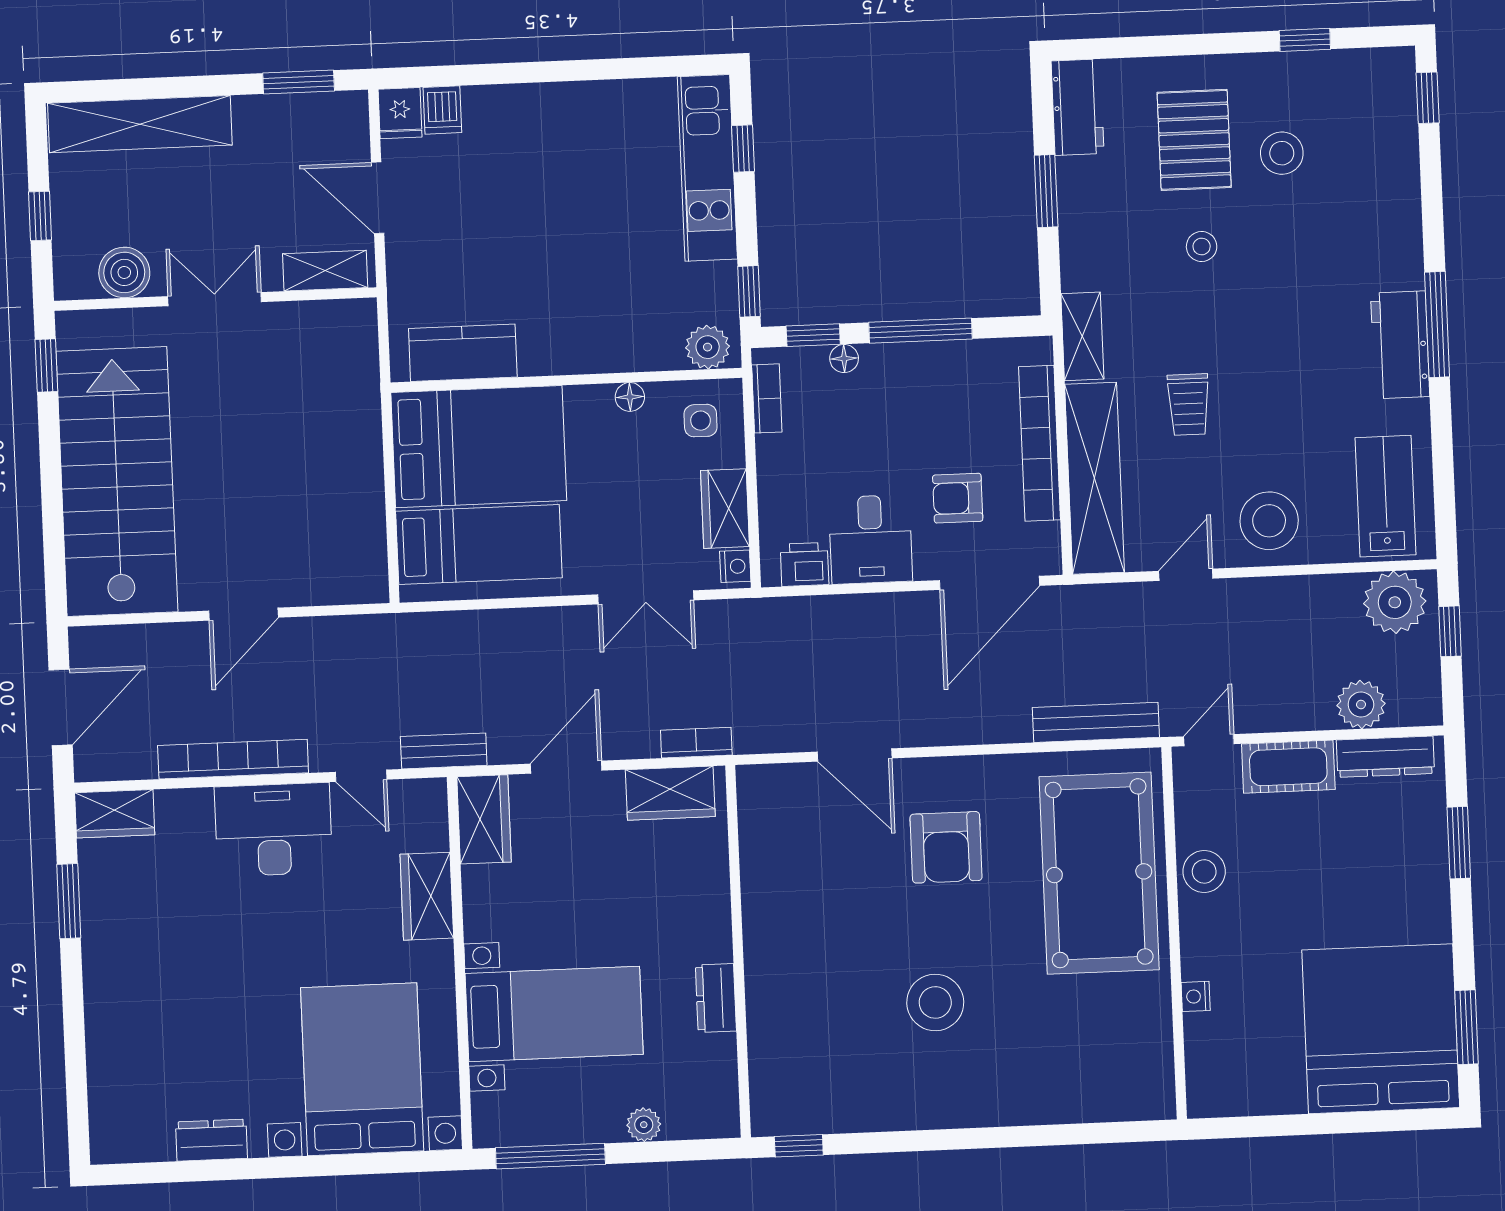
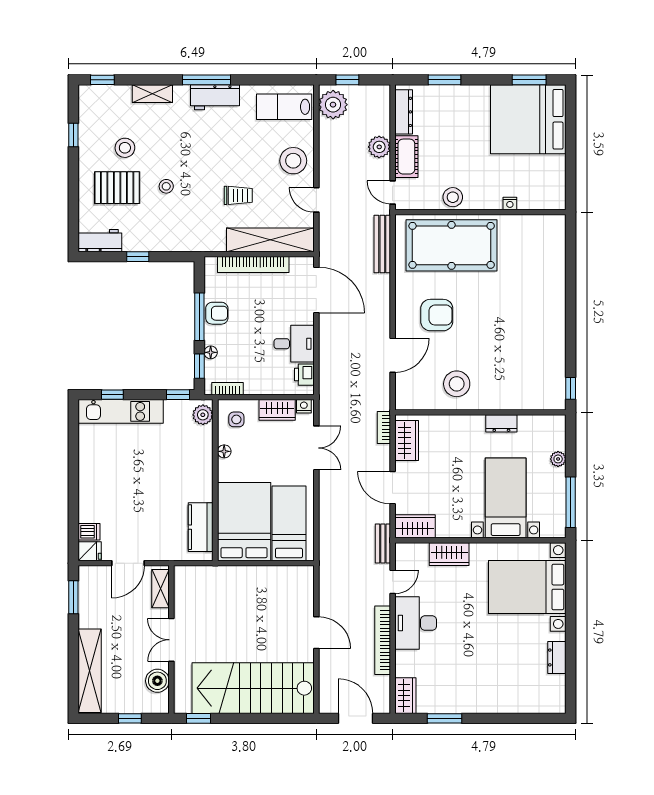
window: (1046, 191) -> (138, 257), width x0.67
shelving: (1082, 336) -> (152, 94), moved
armchair: (958, 498) -> (217, 313), moved, turned -90
plant: (1361, 704) -> (379, 147), moved
stool: (935, 1002) -> (457, 384), moved

